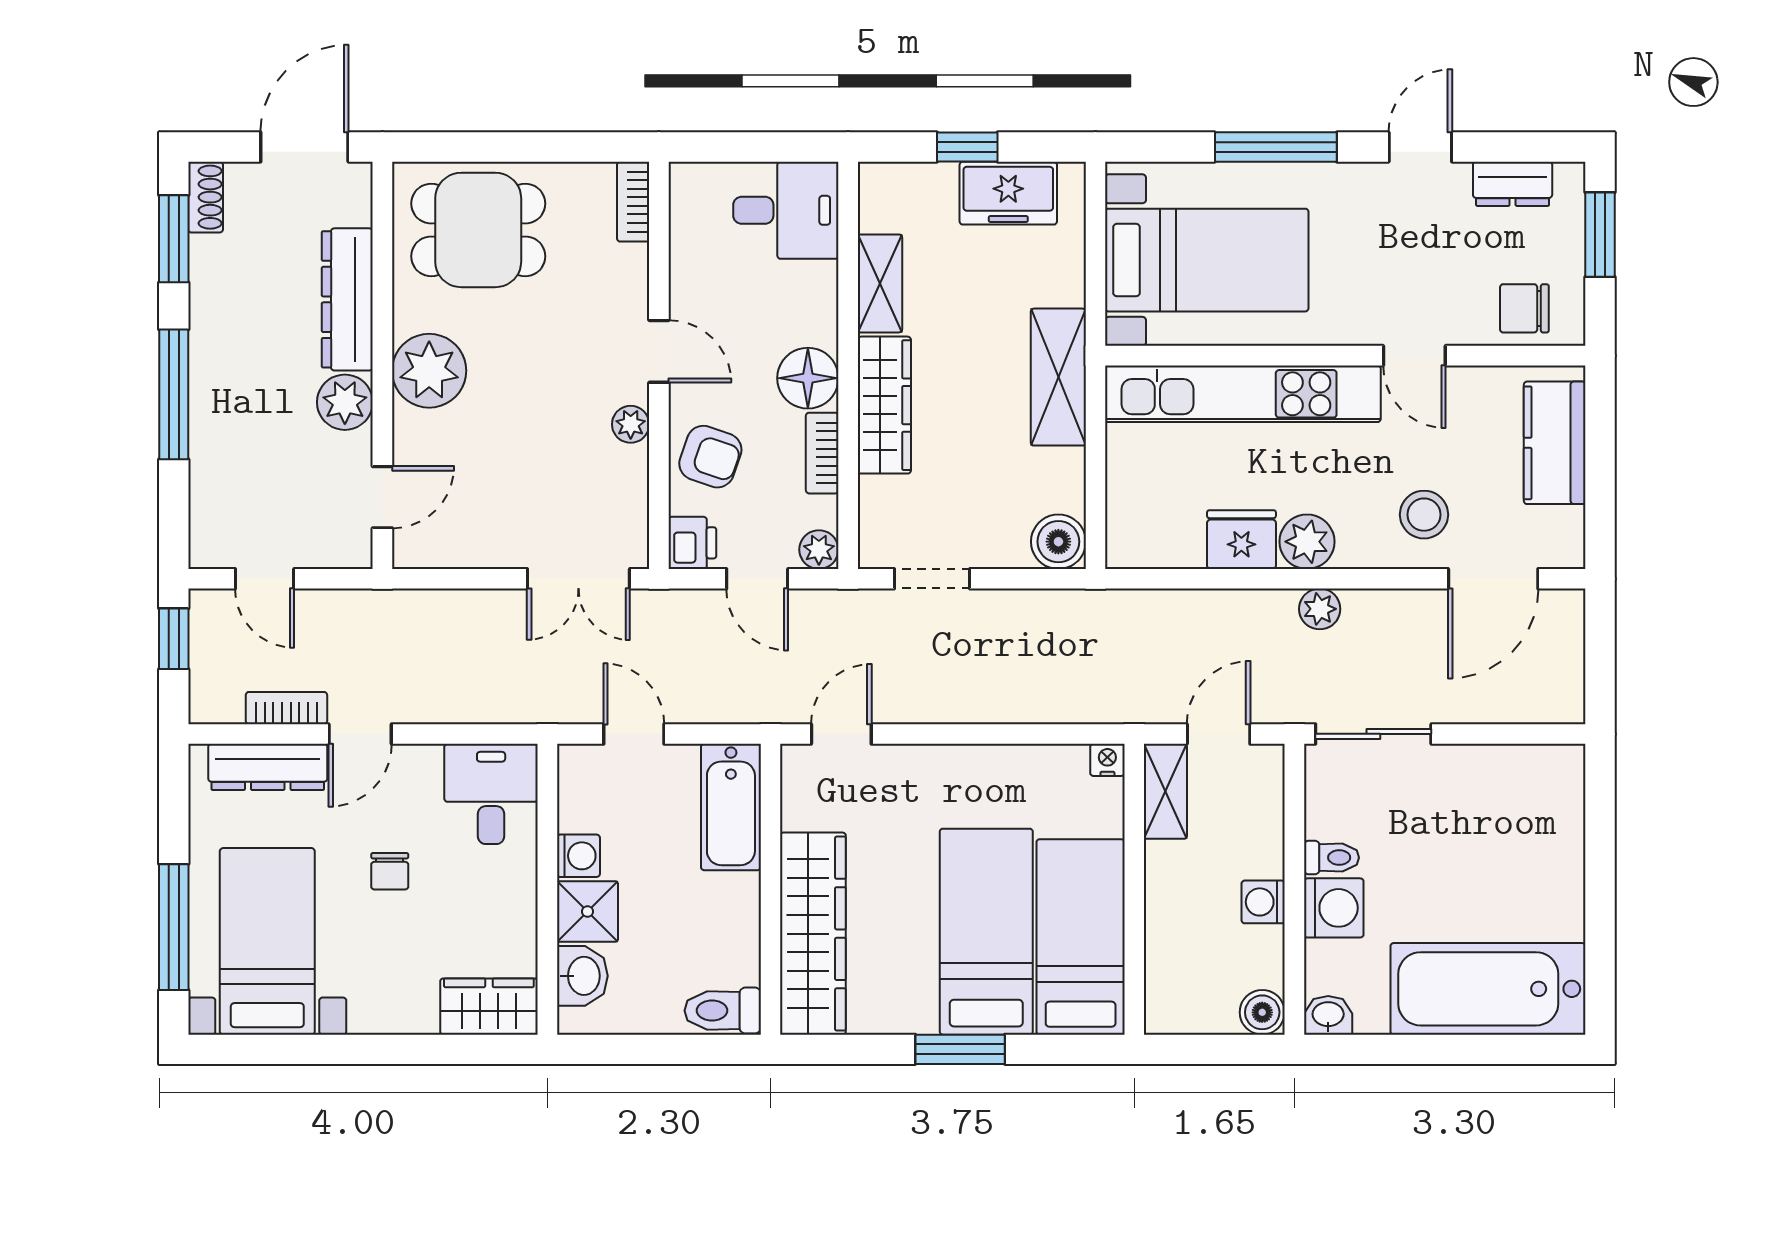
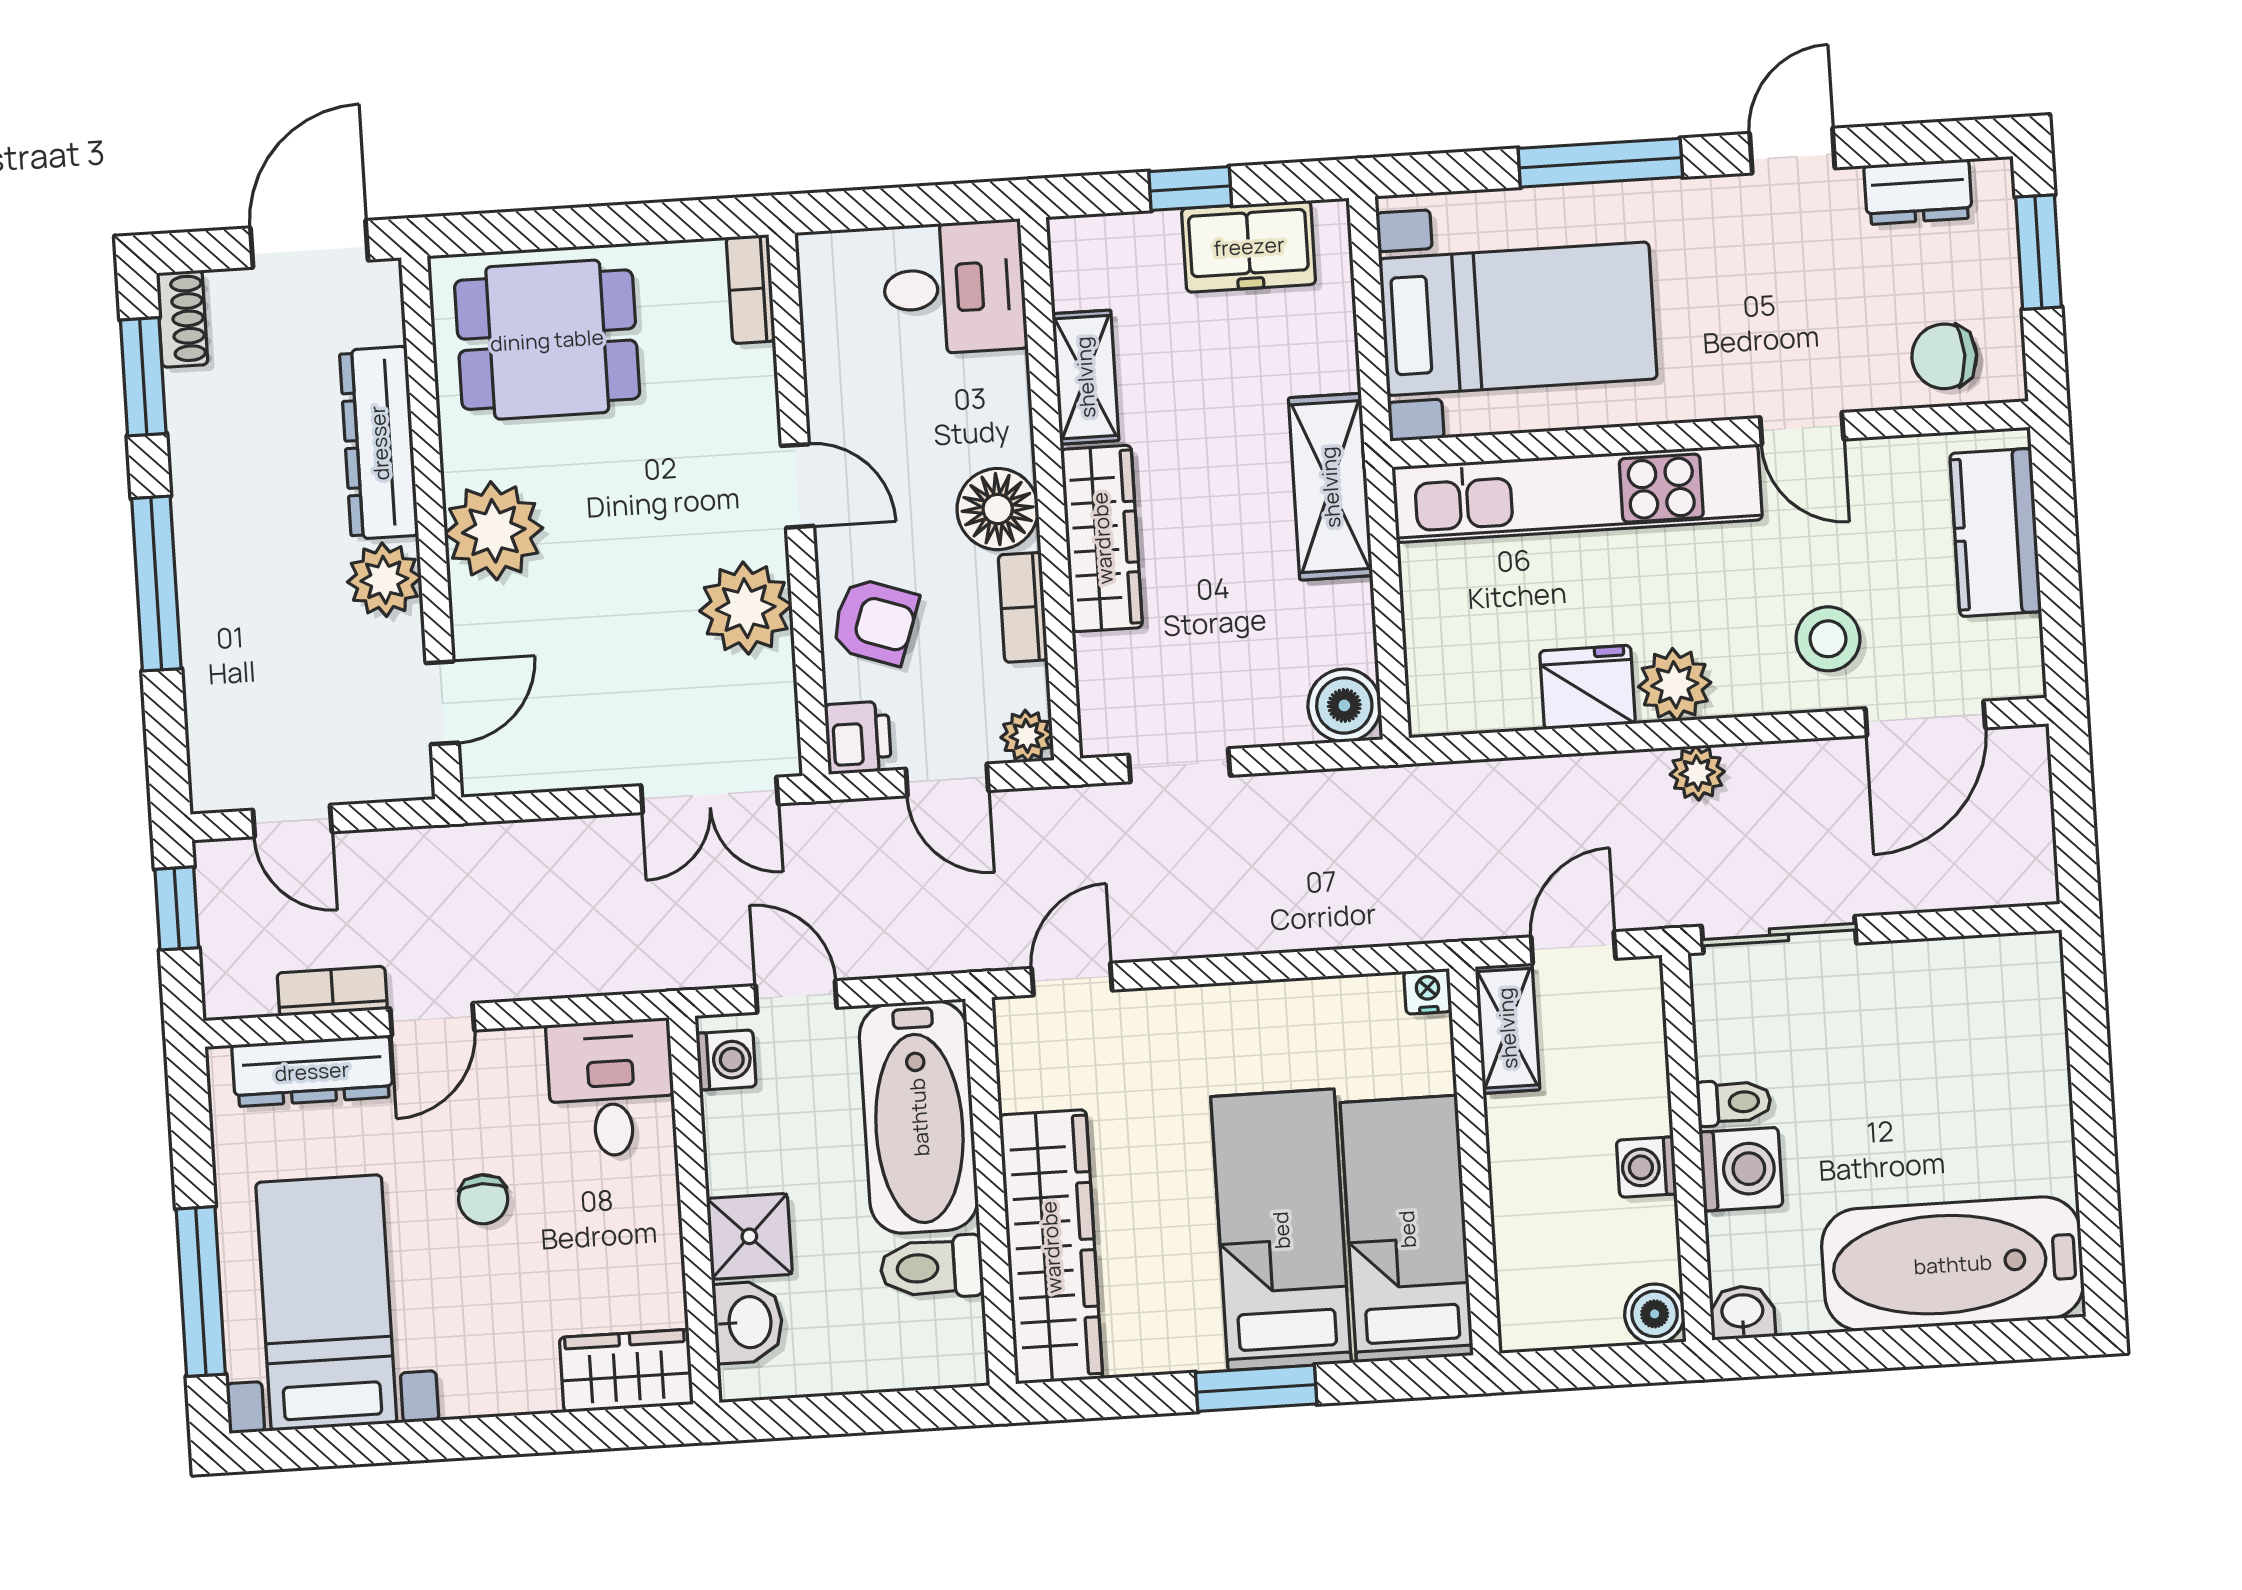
plant: (631, 424) -> (746, 608), width x1.88, depth x1.88
bathtub: (731, 807) -> (919, 1117), width x1.36, depth x1.36
washing machine: (578, 856) -> (726, 1060), moved
toilet: (723, 1011) -> (932, 1268), moved

